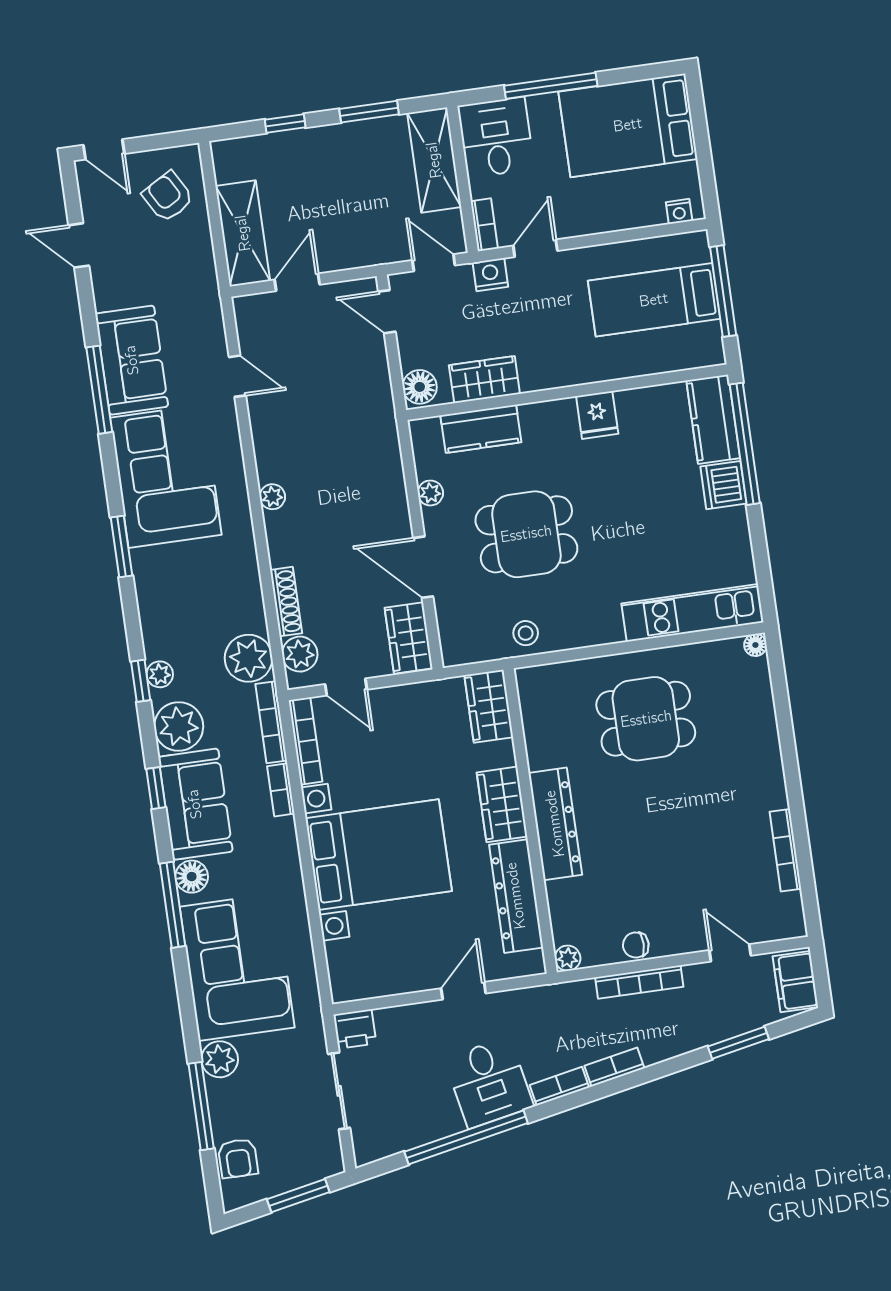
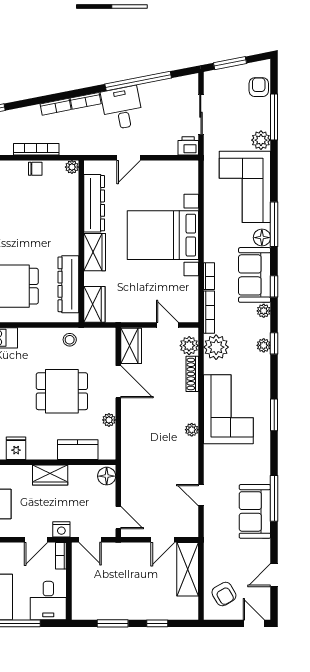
shelving: (434, 160) -> (82, 593), removed
door: (79, 245) -> (274, 575), swing flipped
wardrobe: (484, 380) -> (50, 475), moved
corner sofa: (166, 476) -> (228, 409), moved, turned 180
plant: (179, 726) -> (264, 311), width x0.53, depth x0.53
bookcase: (305, 741) -> (193, 300), removed
dresser: (555, 824) -> (68, 284), moved

